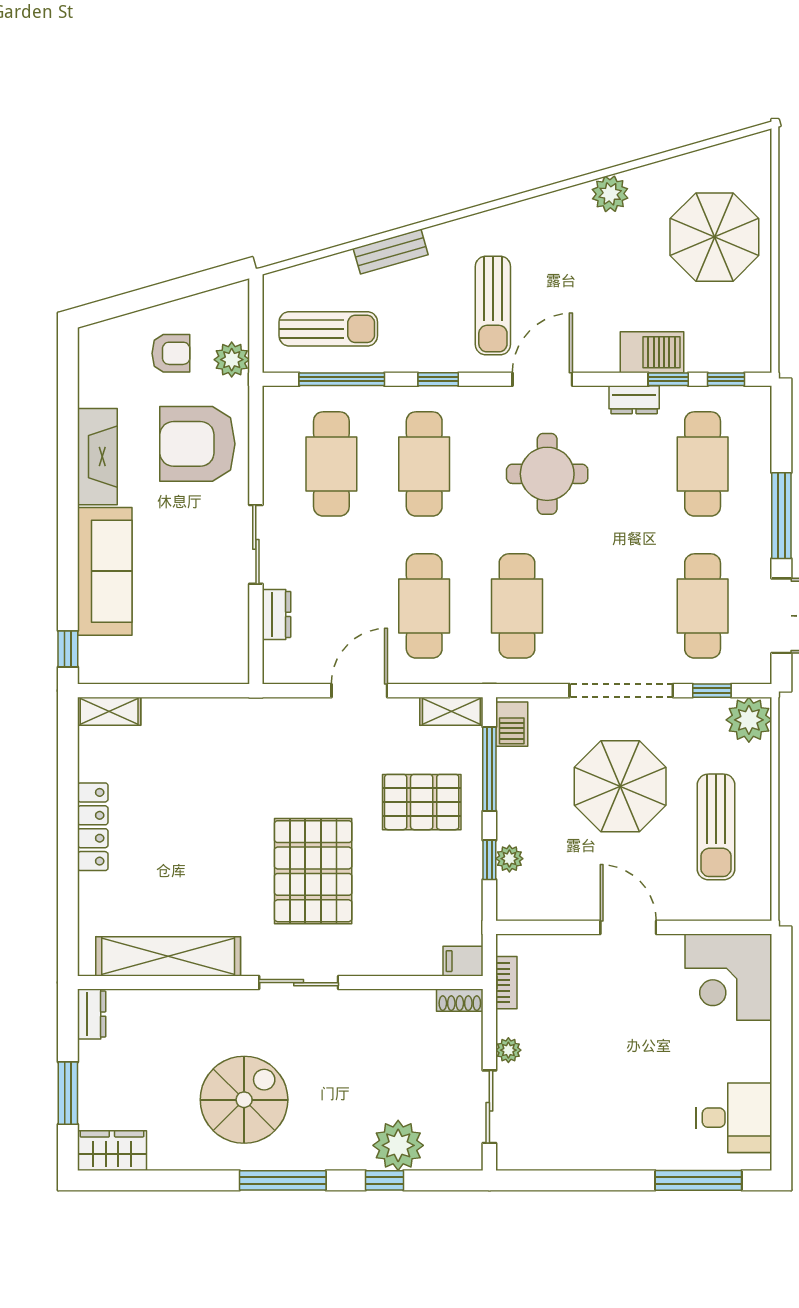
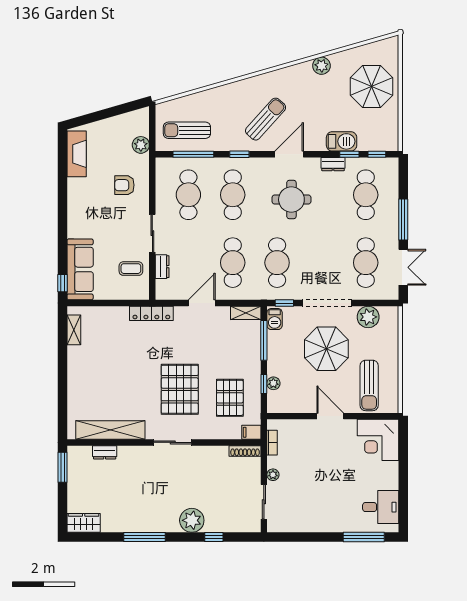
bench: (391, 252) -> (217, 93), removed
sun lounger: (493, 305) -> (266, 119), turned -138
sun lounger: (328, 329) -> (187, 130), turned 180
armchair: (171, 353) -> (112, 142), removed
armchair: (197, 444) -> (124, 185), width x0.53, depth x0.53
fireplace: (97, 457) -> (77, 154), moved
sofa: (105, 571) -> (80, 269), moved
coffee table: (211, 618) -> (131, 269), added
window: (712, 691) -> (284, 303), moved
shelving: (109, 711) -> (74, 330), moved, turned 90
plant: (749, 720) -> (368, 317), moved
pallet: (422, 802) -> (230, 398), moved, turned 90
locker: (93, 827) -> (151, 313), moved, turned 90
sun lounger: (716, 827) -> (369, 385), moved
shoe rack: (460, 1000) -> (245, 451), width x1.43
dresser: (92, 1014) -> (105, 452), moved, turned 90
window: (68, 1093) -> (62, 467), moved
spiral stairs: (244, 1100) -> (147, 498), removed
plant: (398, 1145) -> (192, 520), moved
window: (283, 1180) -> (144, 537), moved

